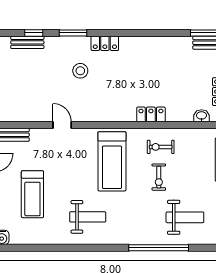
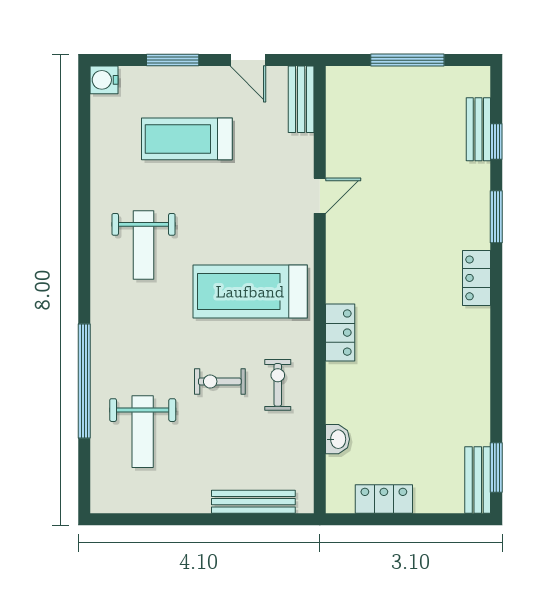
stool: (80, 71) -> (424, 231), removed
locker: (151, 114) -> (340, 333), moved
washbasin: (202, 116) -> (337, 439), moved

